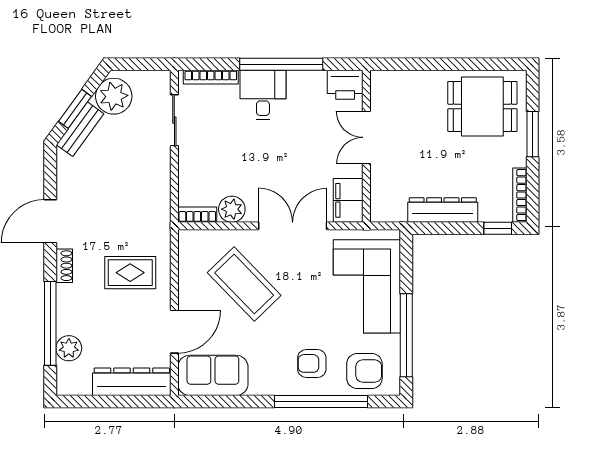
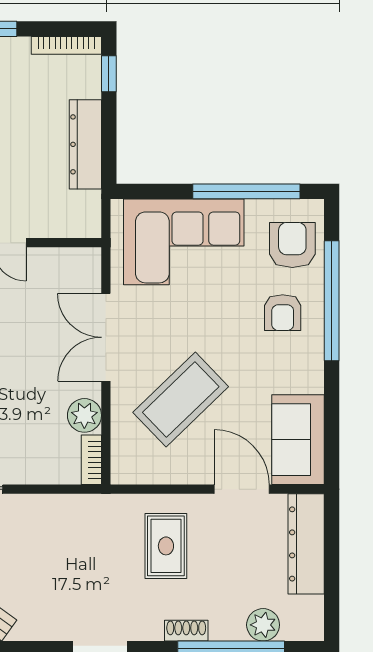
filing cabinet: (348, 200) -> (73, 266), removed
shoe rack: (64, 266) -> (186, 631), moved

